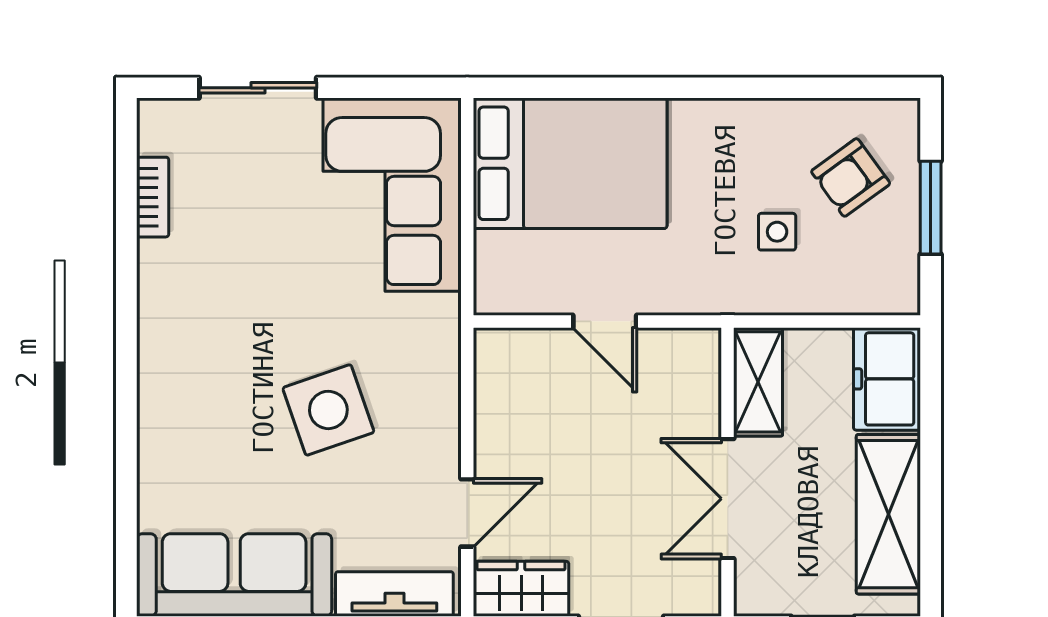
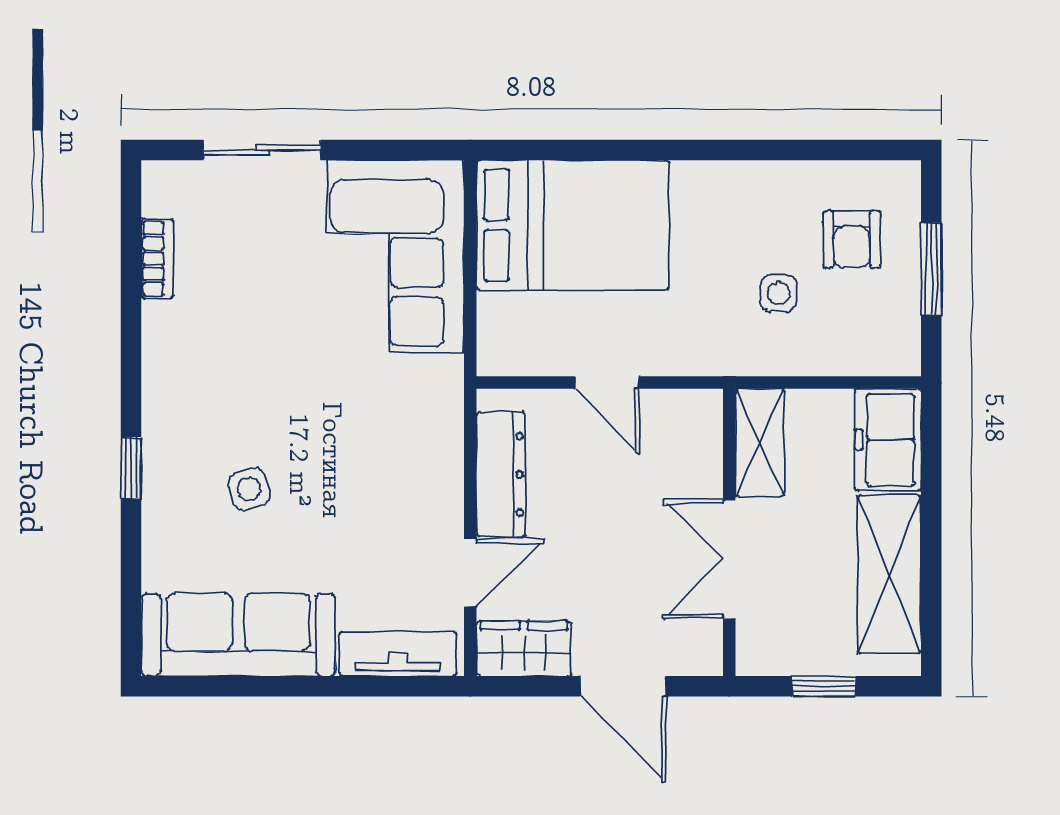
armchair: (851, 177) -> (852, 239), turned -54
window: (126, 407) -> (131, 468), added
side table: (328, 410) -> (249, 489), moved, width x0.54, depth x0.54
dresser: (498, 414) -> (501, 474), added

